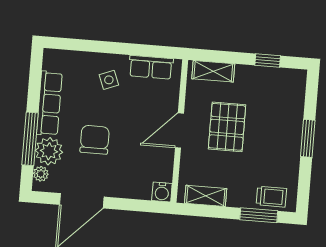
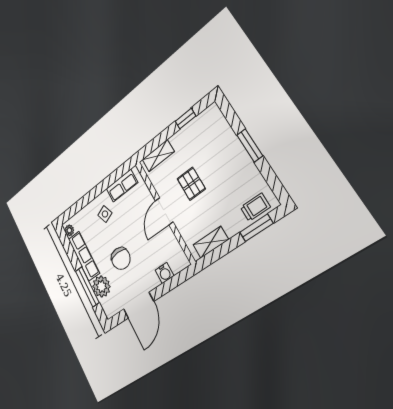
pallet: (227, 127) -> (191, 184), width x0.67, depth x0.71
chair: (95, 140) -> (121, 259), turned 180
plant: (41, 174) -> (69, 230), moved
water cooler: (162, 192) -> (165, 273), moved

